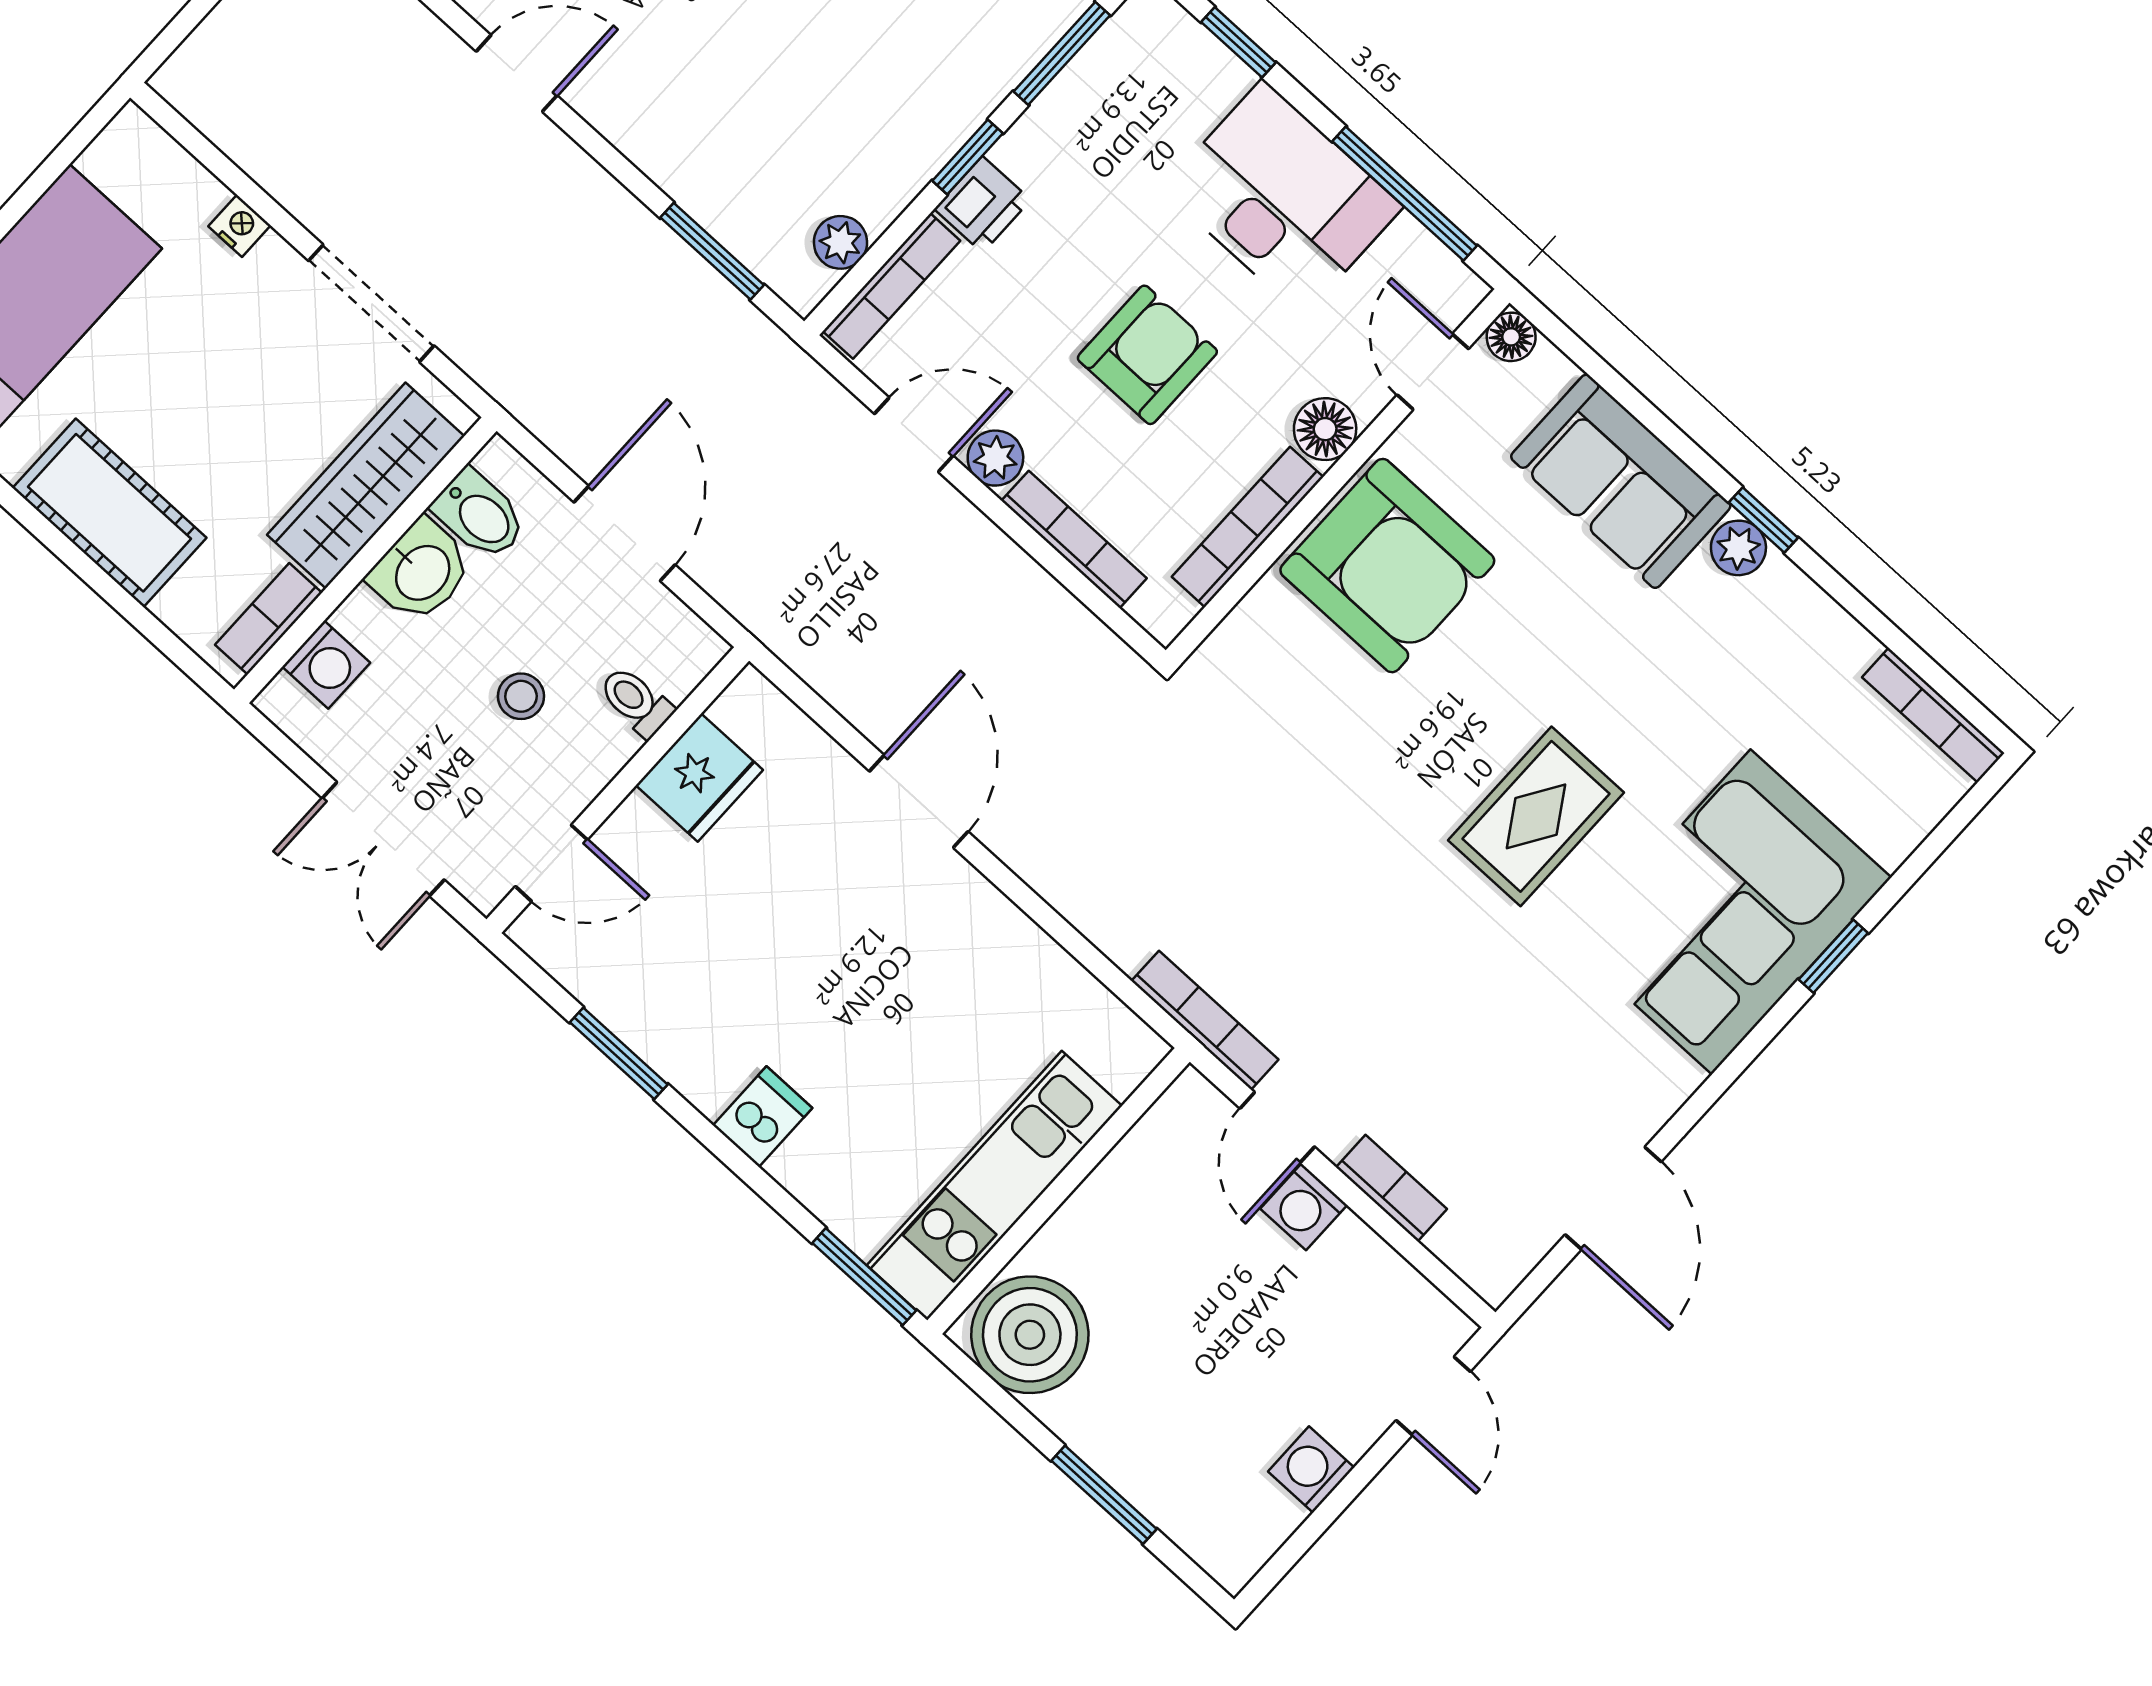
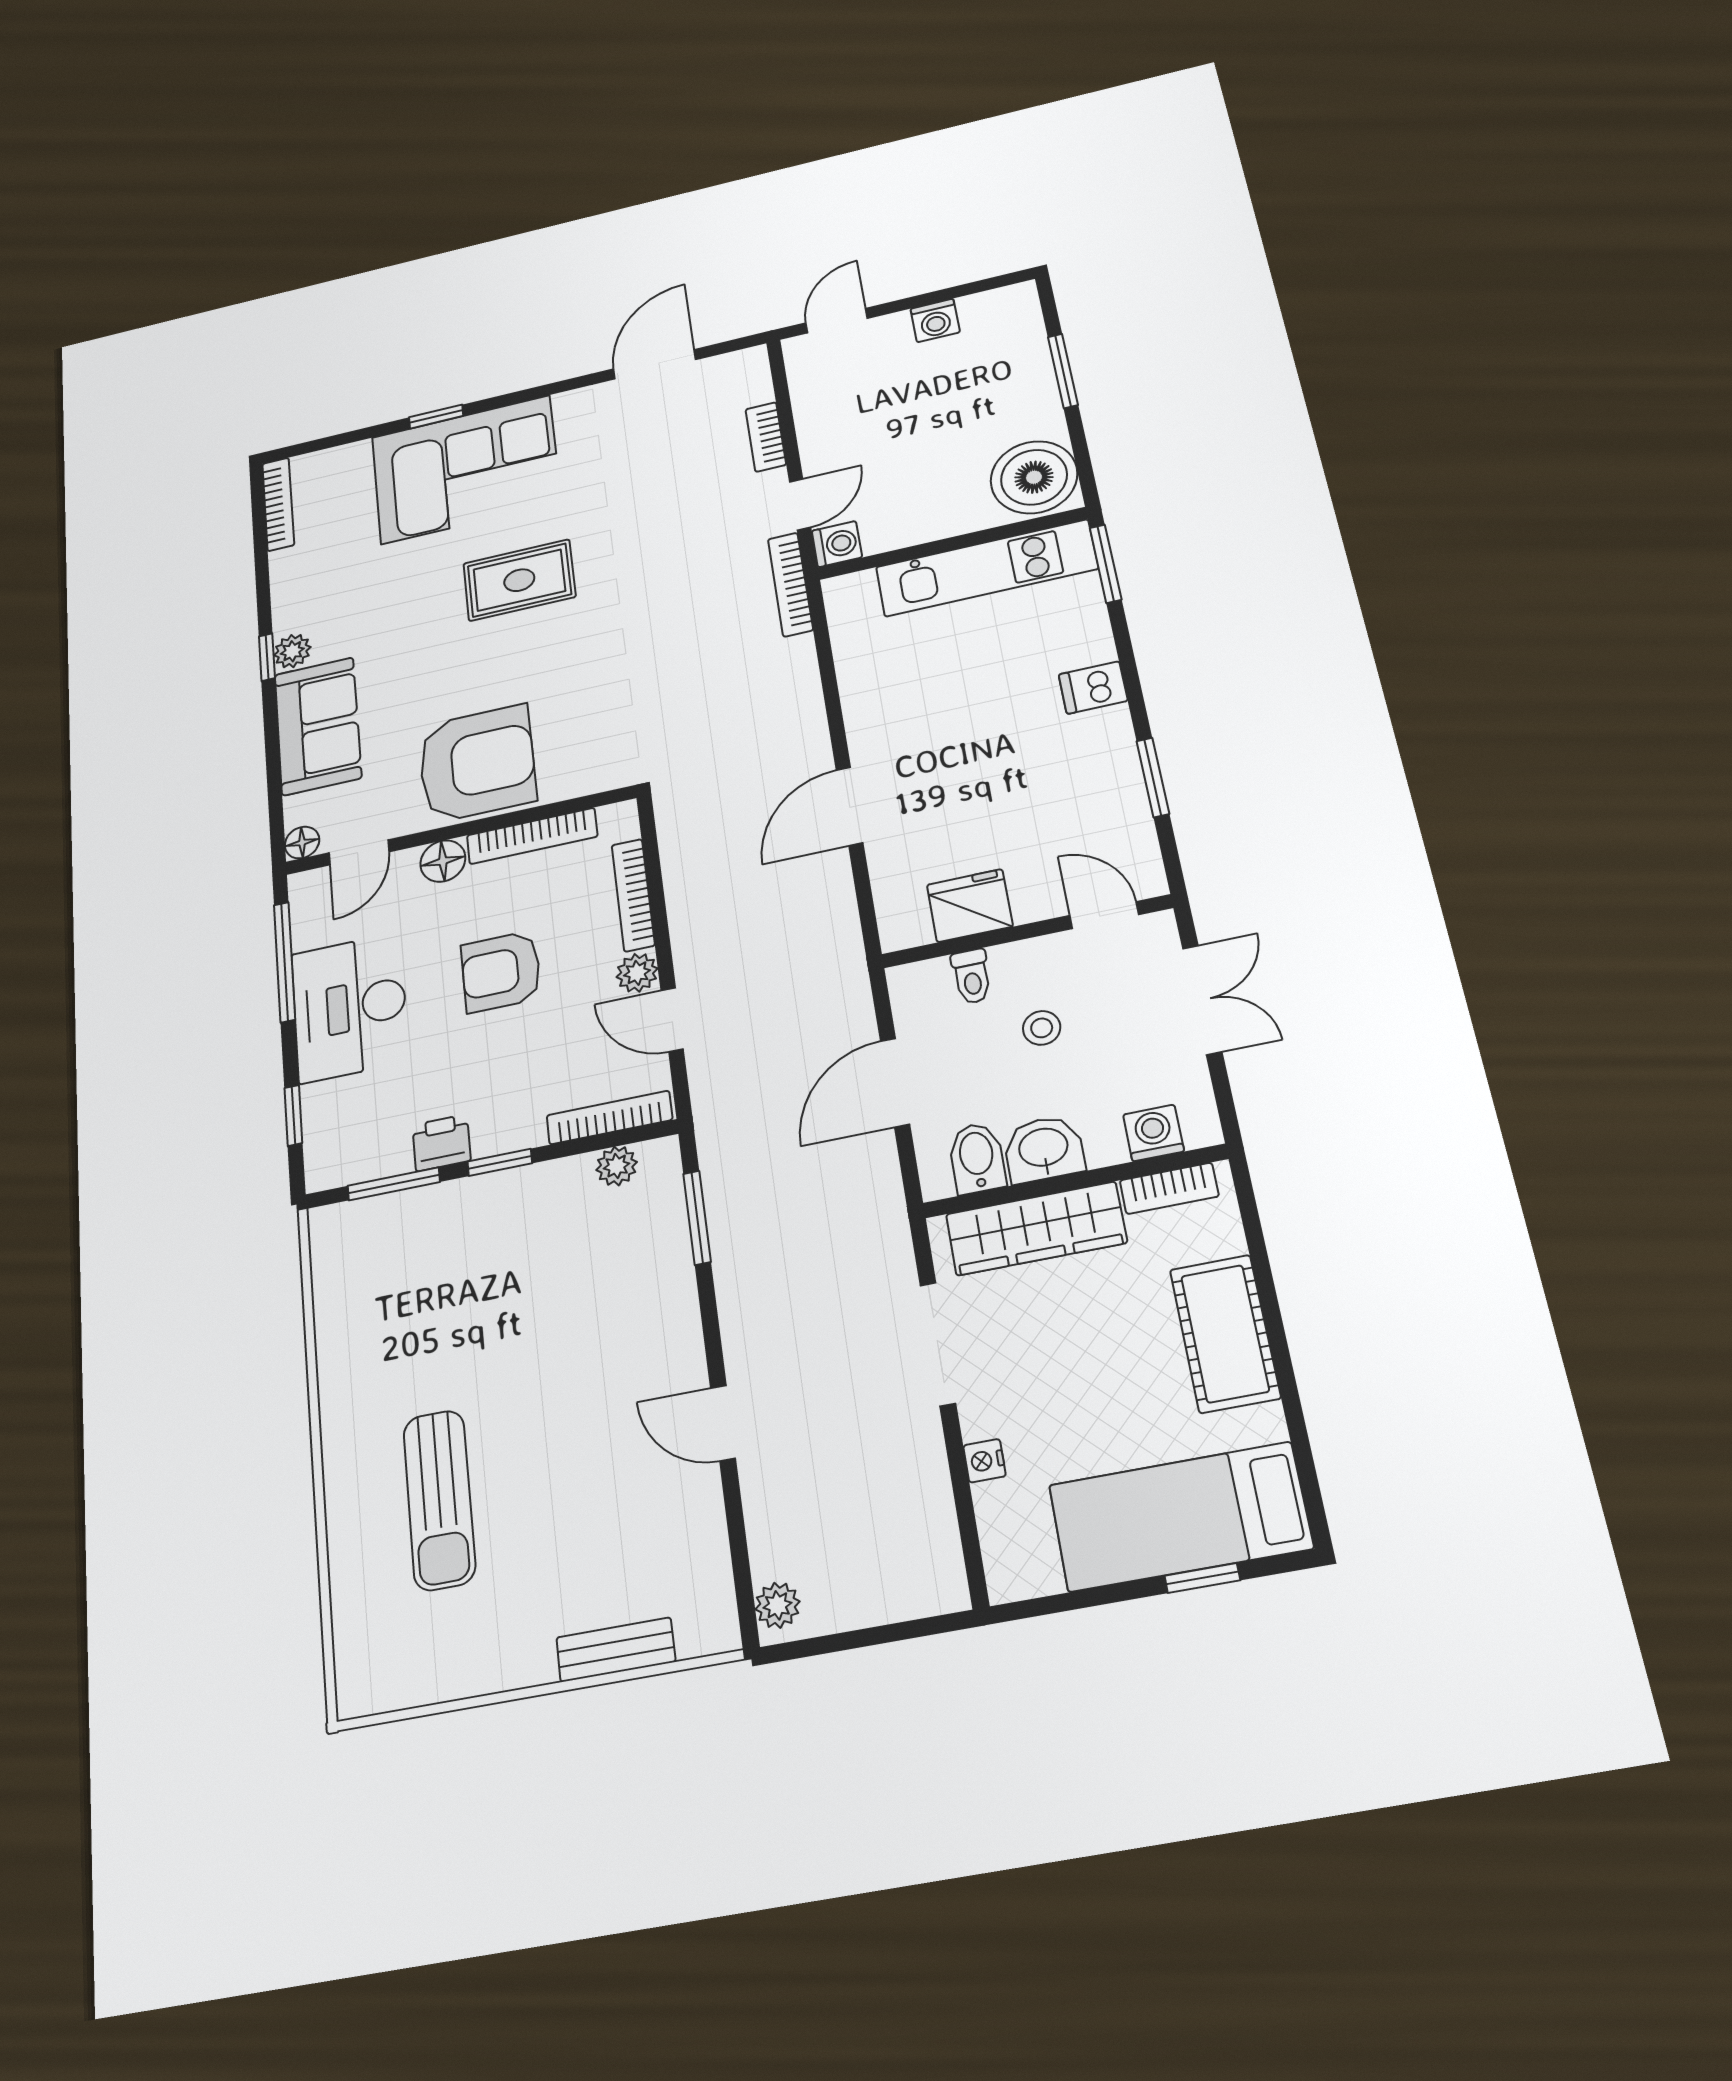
printer: (982, 204) -> (442, 1143), moved
armchair: (1387, 566) -> (477, 764), turned 90
washing machine: (1304, 1207) -> (837, 544), moved

